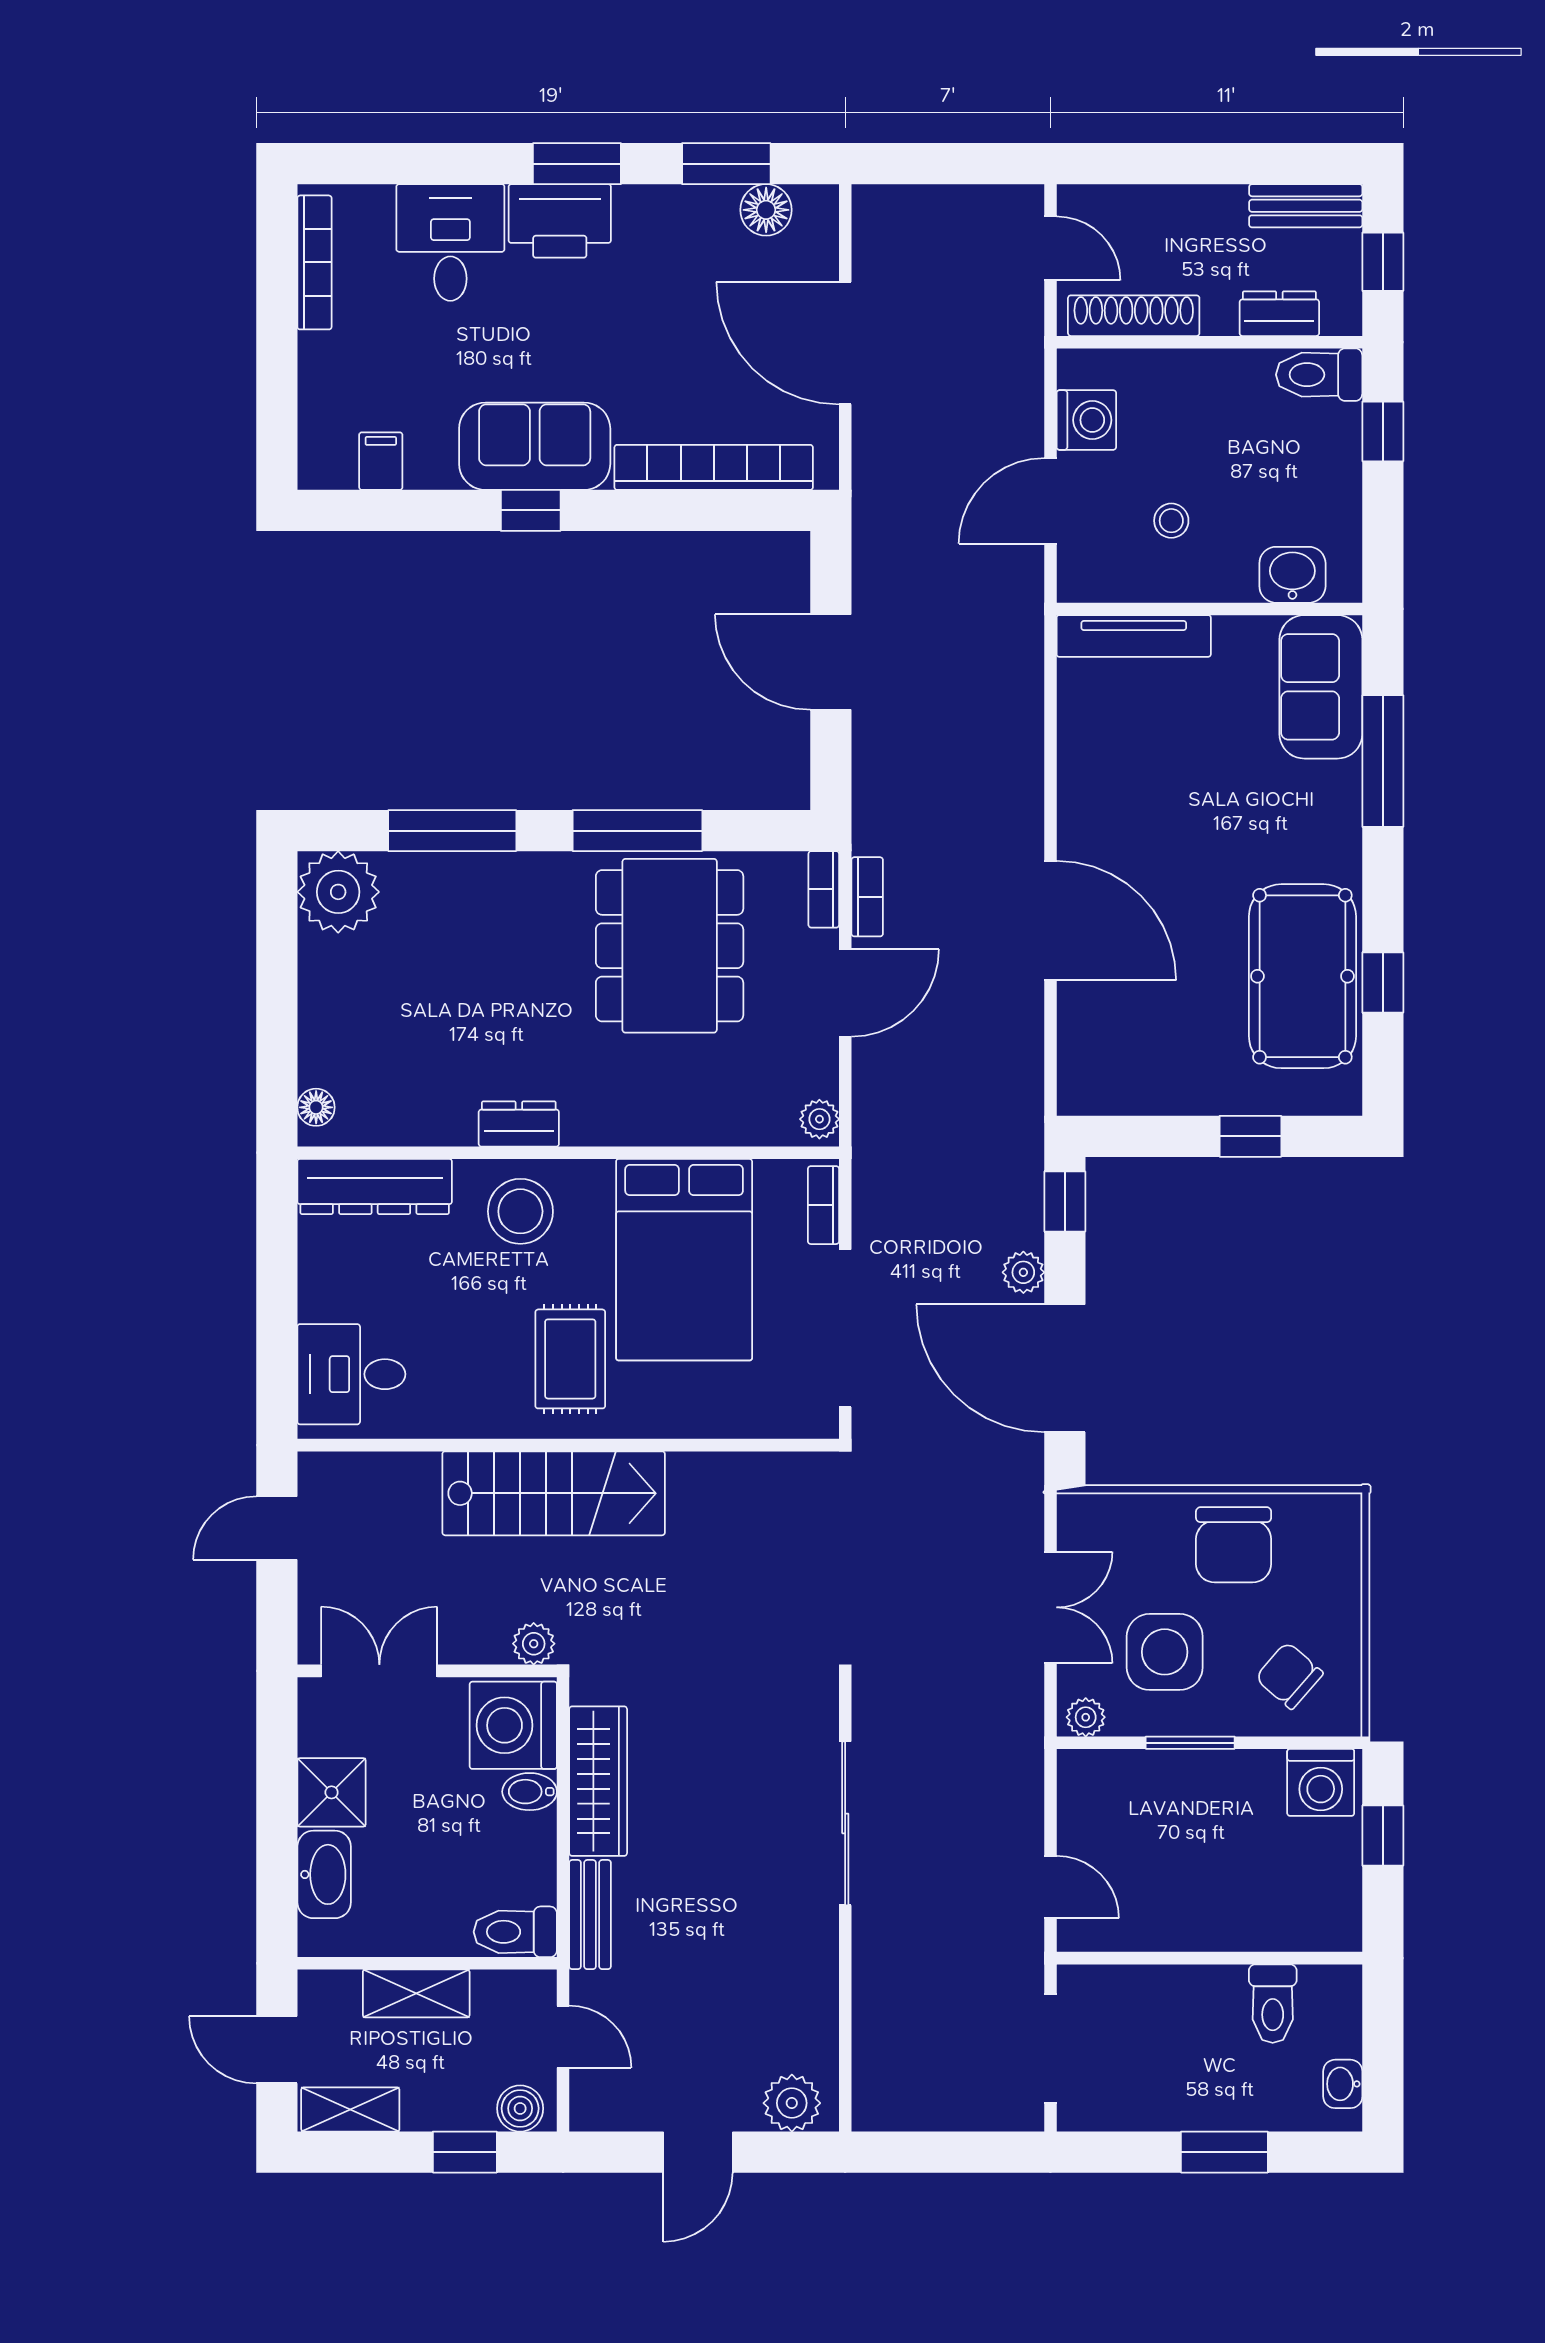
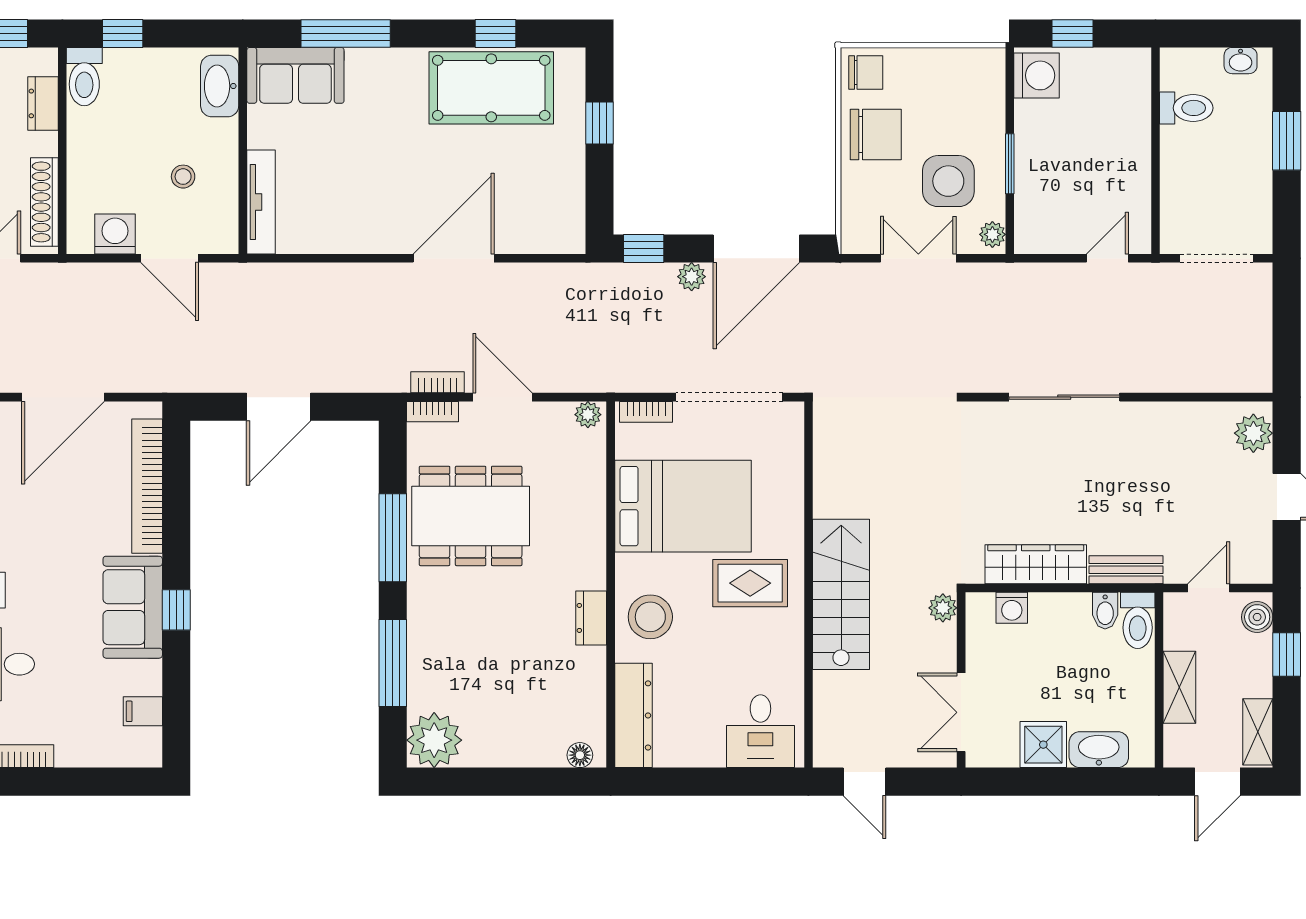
washbasin: (1292, 575) -> (220, 86), width x1.38
chair: (1289, 1676) -> (866, 73), moved, turned -131
washing machine: (513, 1725) -> (1012, 608), width x0.53, depth x0.53
bidet: (530, 1792) -> (1105, 611), moved

